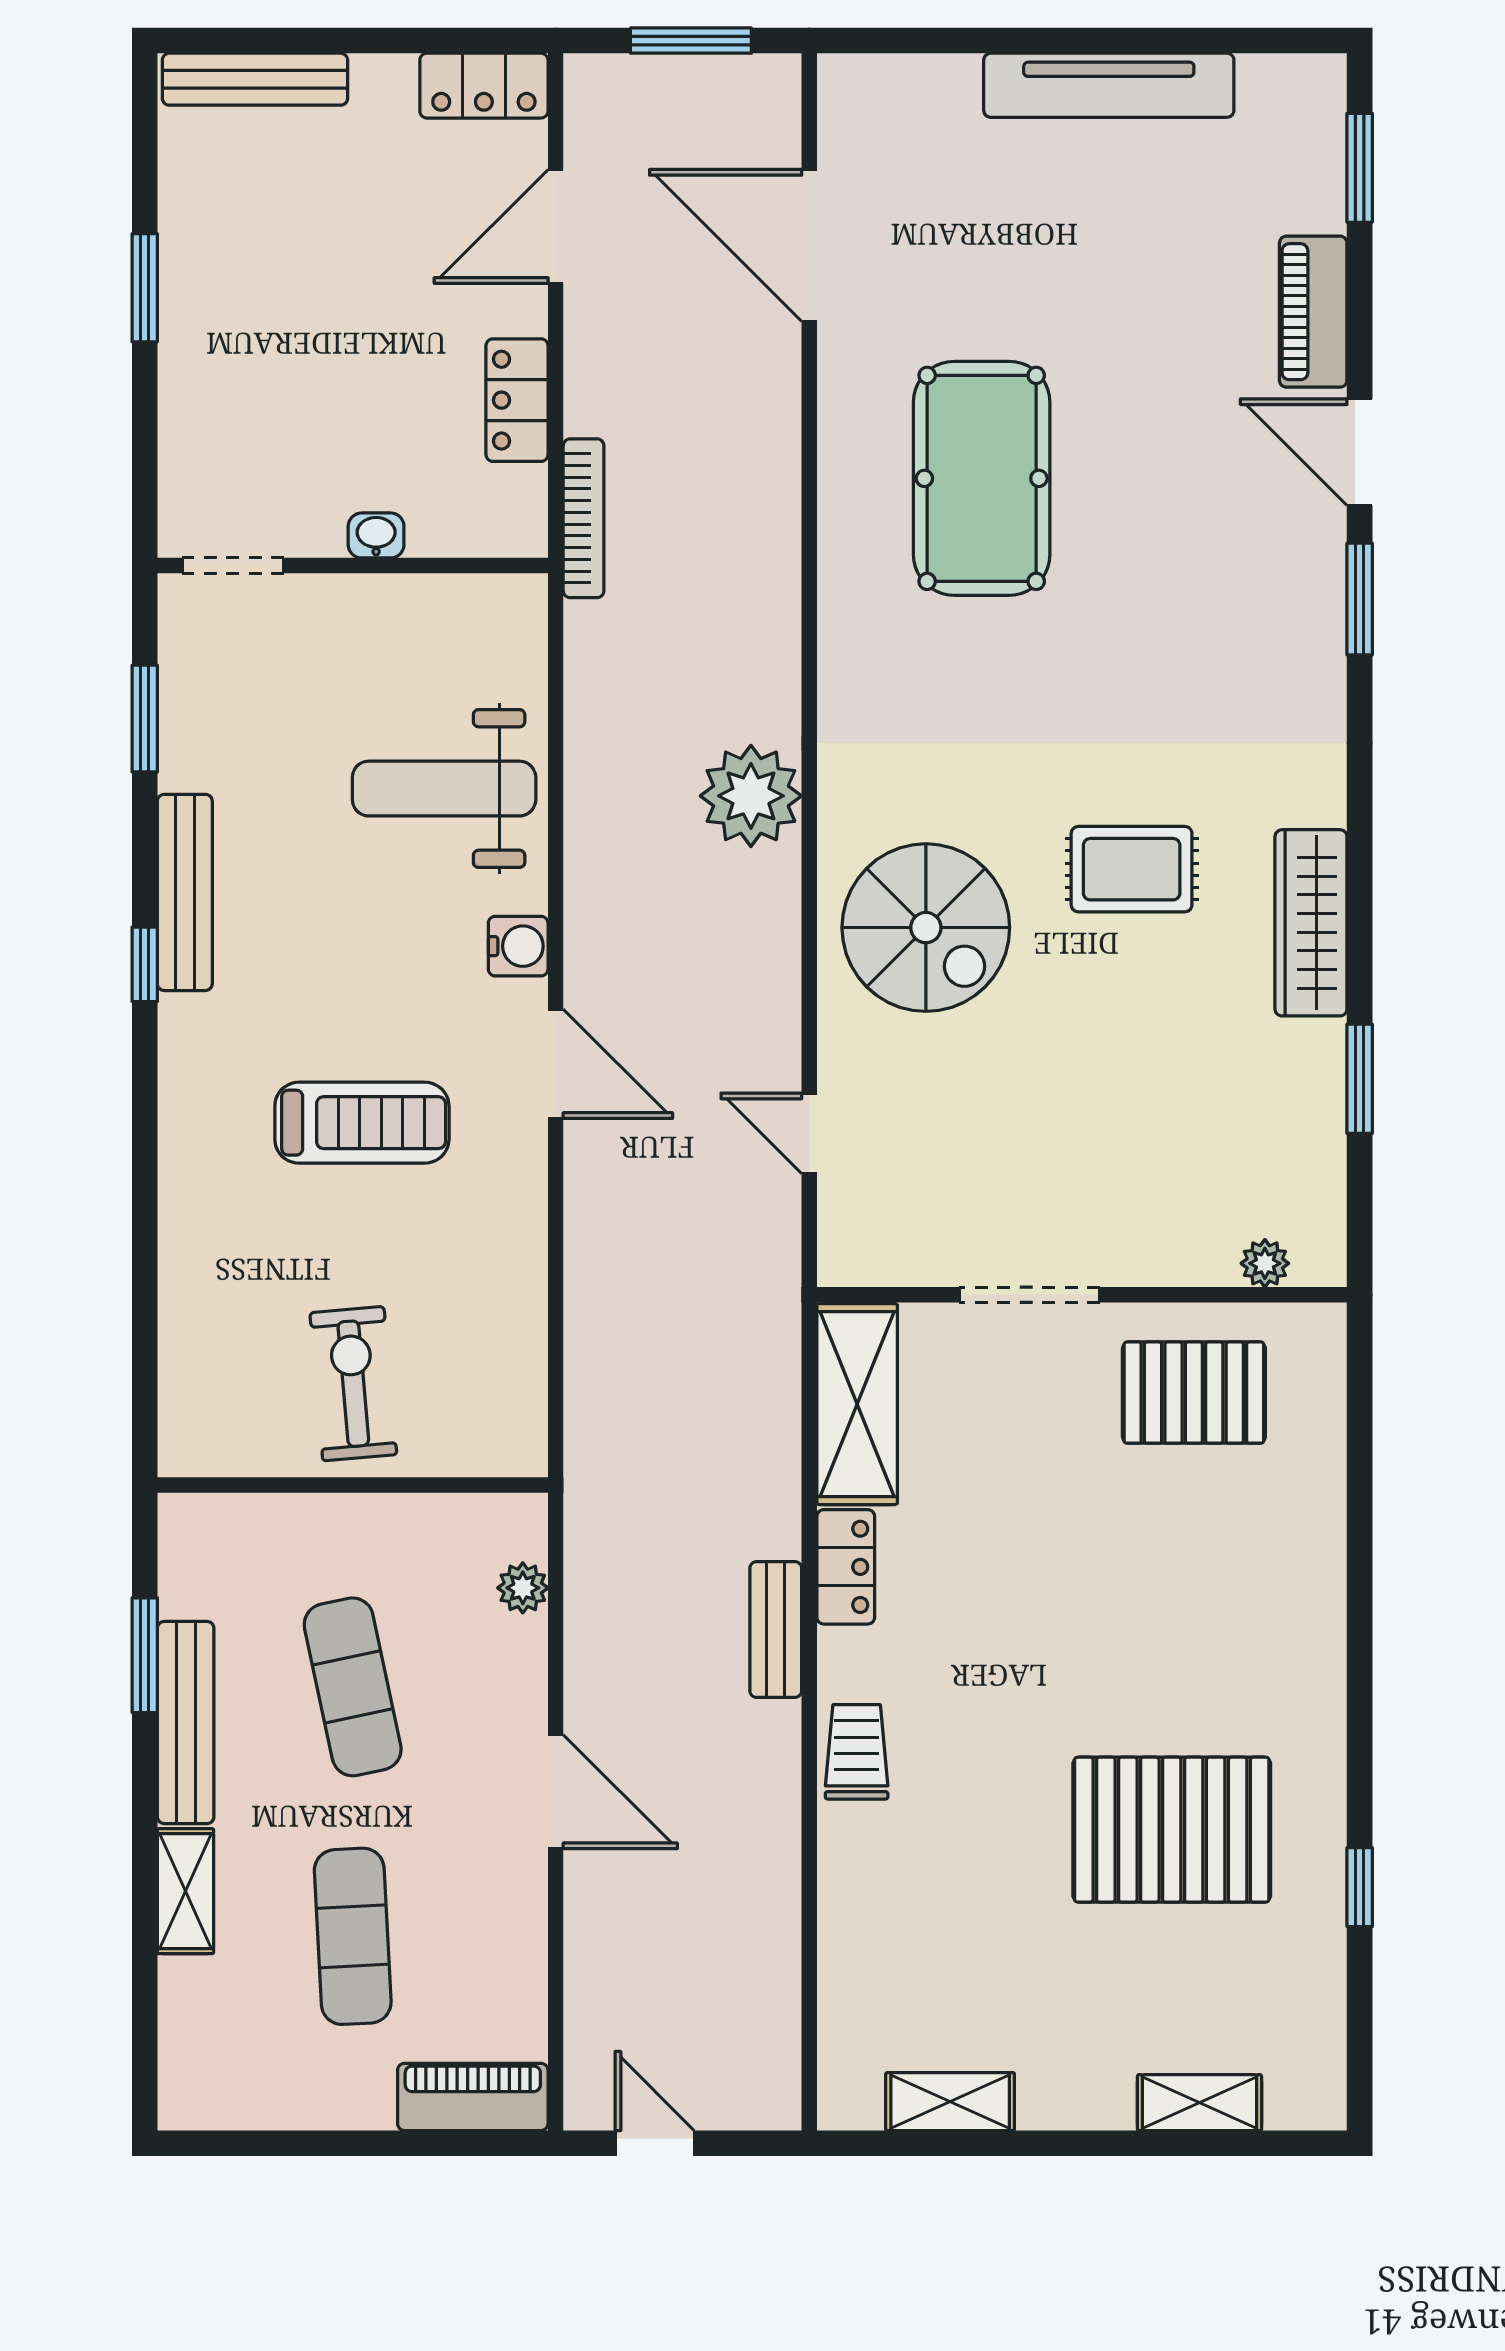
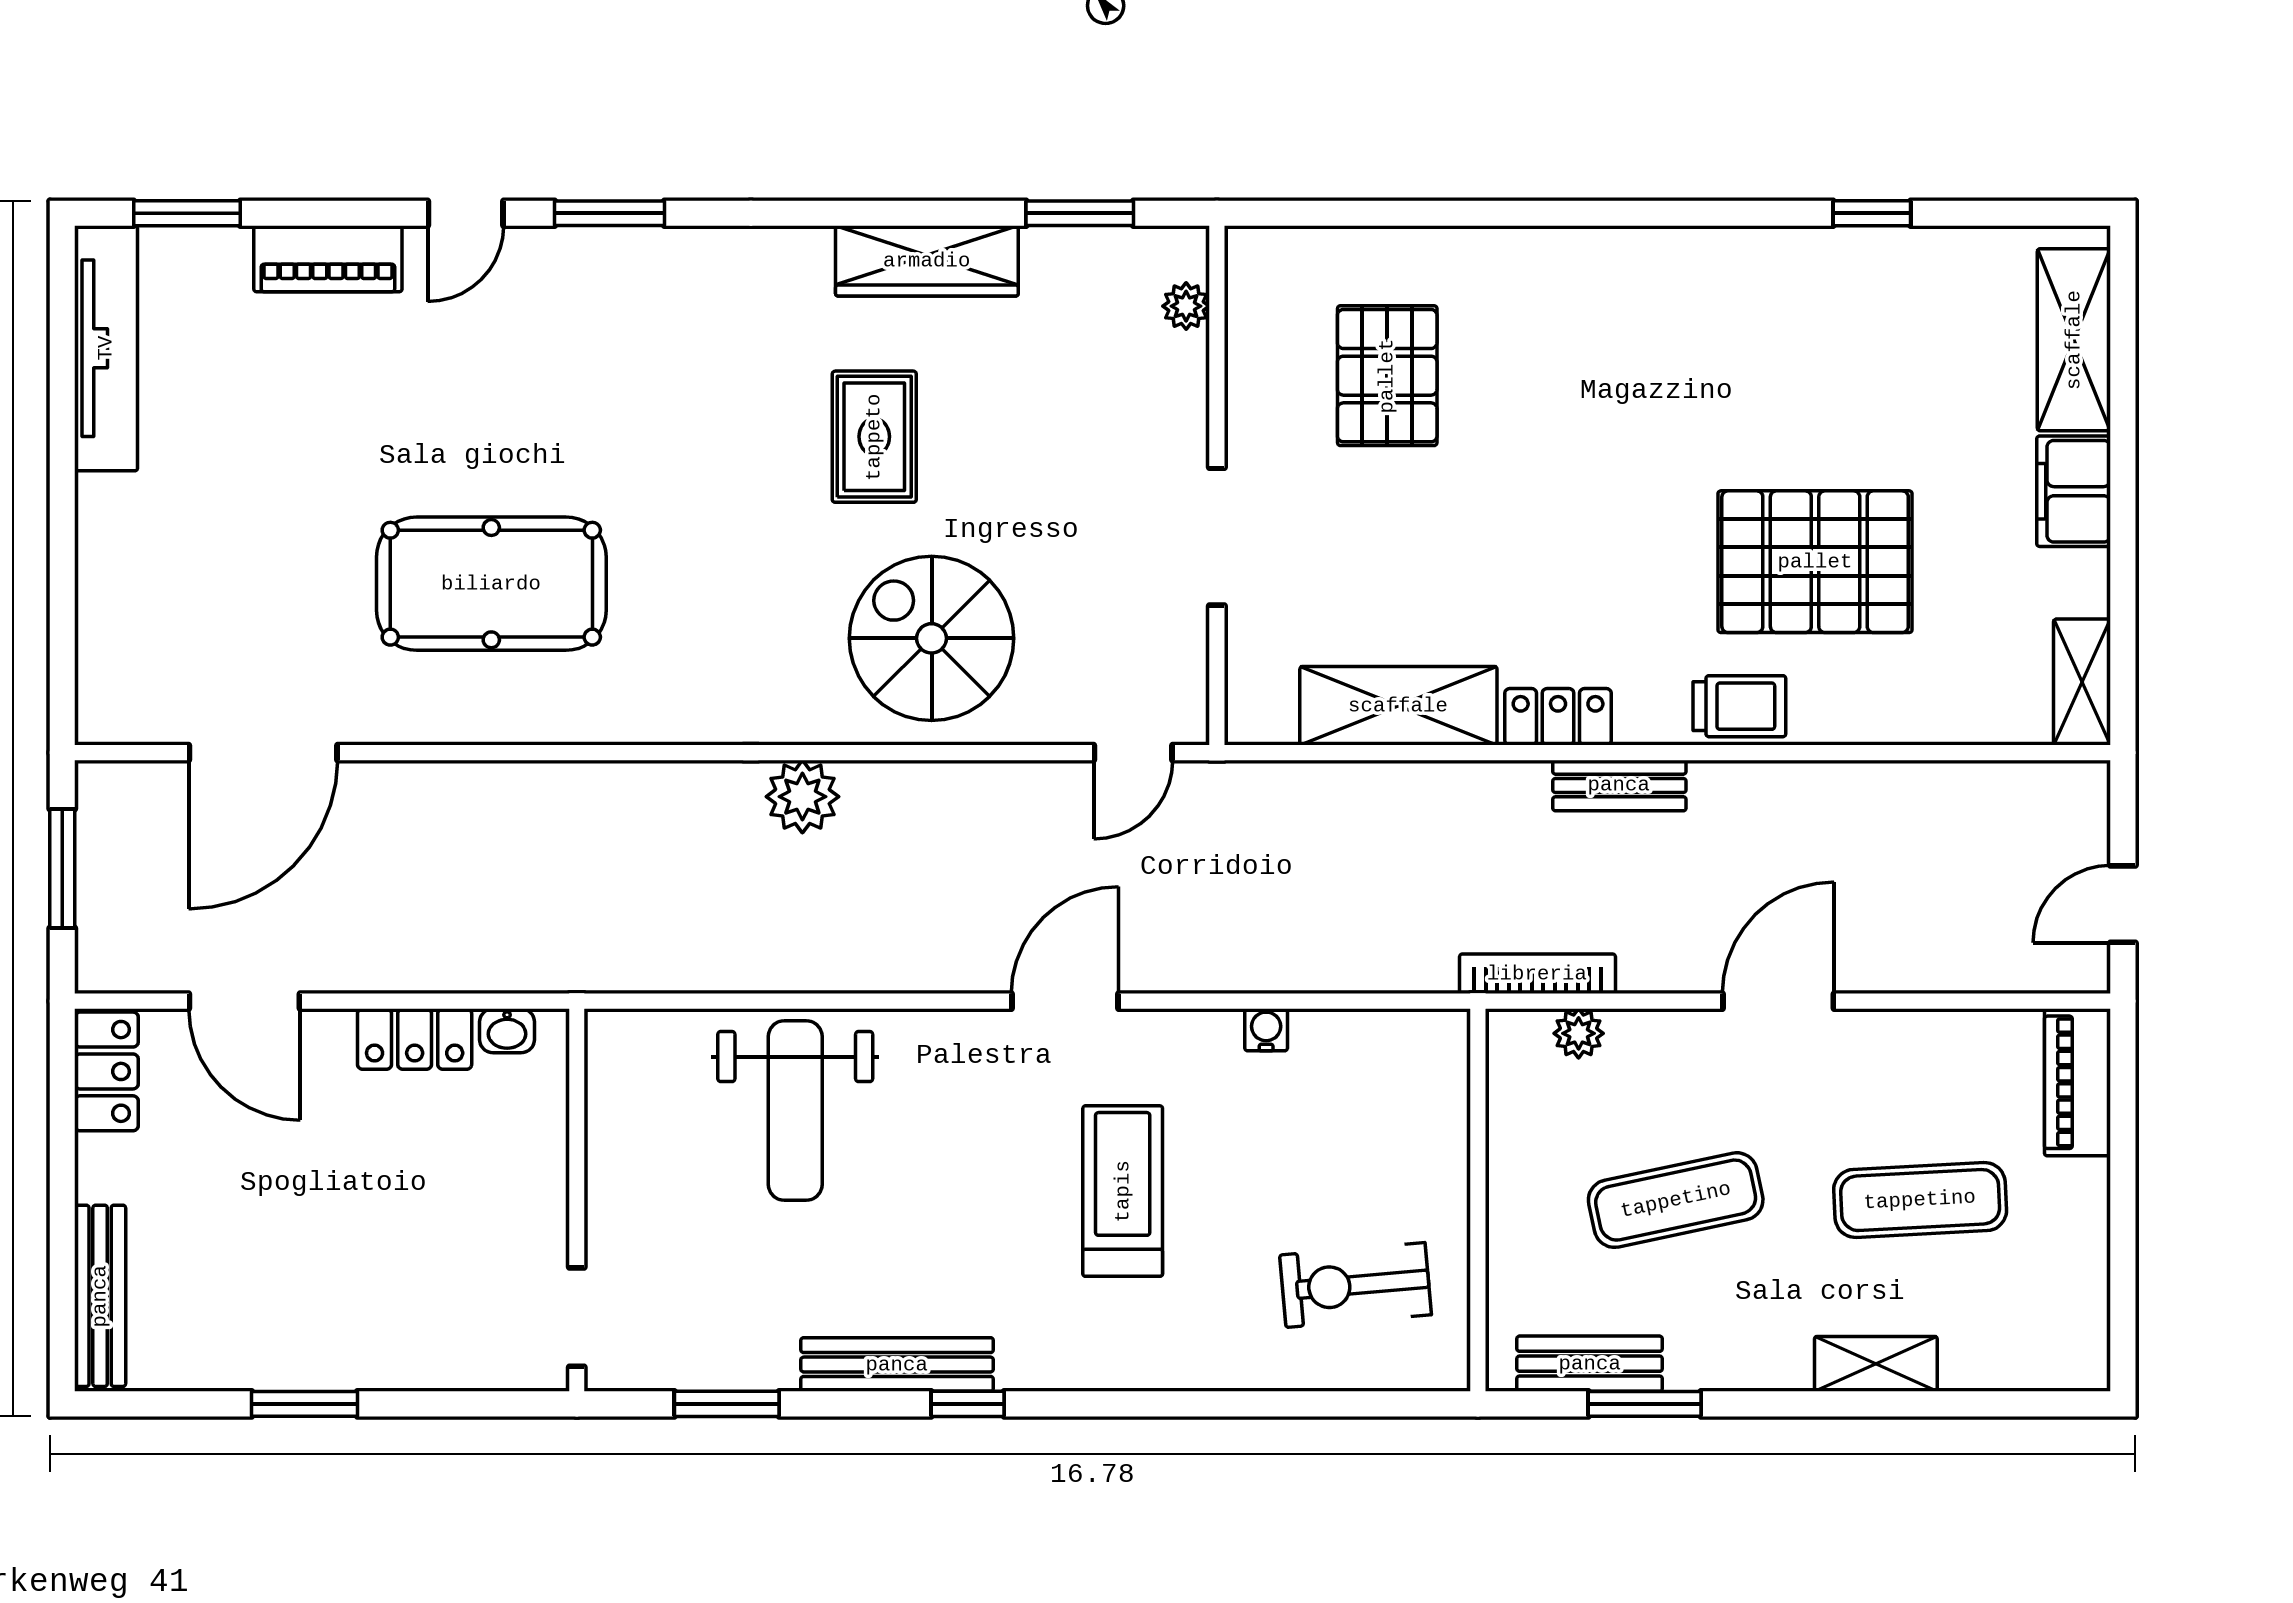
tv unit: (1109, 85) -> (106, 348), moved
door: (1360, 452) -> (466, 213), width x0.73
bookcase: (584, 518) -> (1537, 974), moved
washbasin: (376, 535) -> (507, 1031), moved, turned -90
plant: (751, 796) -> (802, 797), width x0.73, depth x0.73
spiral stairs: (926, 928) -> (932, 638), turned -90
water cooler: (518, 946) -> (1266, 1030), moved, width x0.72, depth x0.72
plant: (1265, 1263) -> (1186, 306), moved
doorway: (1030, 1295) -> (1217, 537), moved
wall: (1082, 1295) -> (1217, 485), moved
exercise bike: (353, 1384) -> (1355, 1285), moved
bench: (186, 1723) -> (1590, 1364), moved, width x0.73
trolley: (857, 1752) -> (1739, 706), turned 180
pallet: (1172, 1830) -> (1815, 562), moved, turned 90
filing cabinet: (1076, 2093) -> (2074, 491), added
shelving: (950, 2102) -> (2082, 682), moved
shelving: (1199, 2103) -> (2074, 340), width x1.50, depth x1.33

